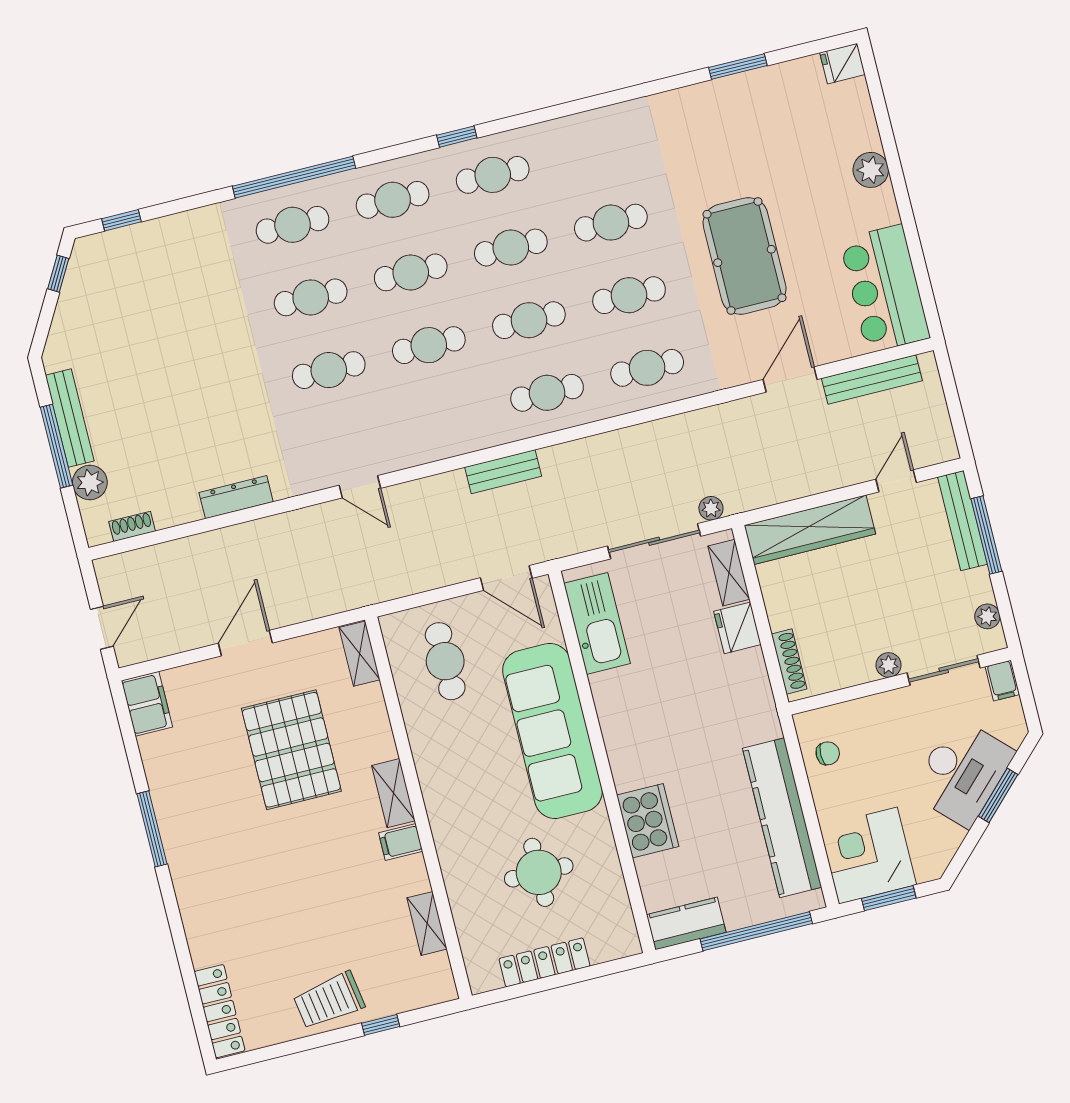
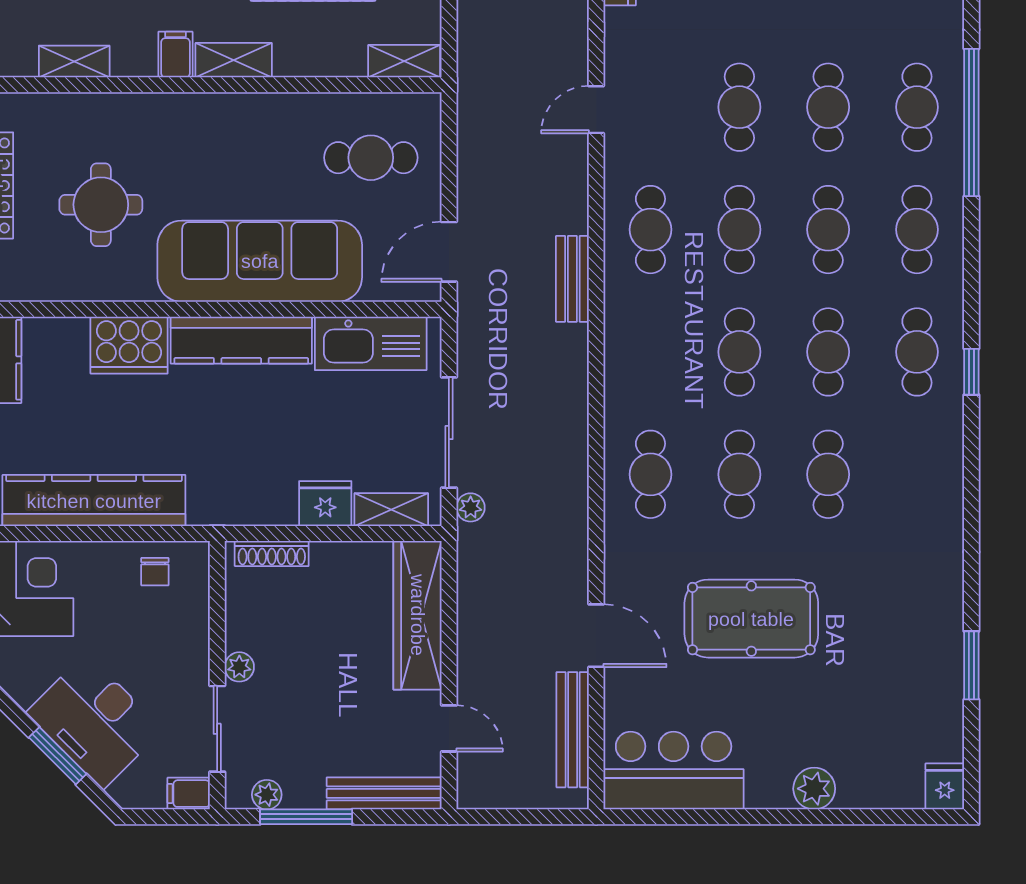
window: (457, 137) -> (971, 372), moved
cafe table: (547, 393) -> (650, 230), moved
window: (986, 535) -> (306, 817), moved
kitchen counter: (621, 730) -> (241, 340), added

